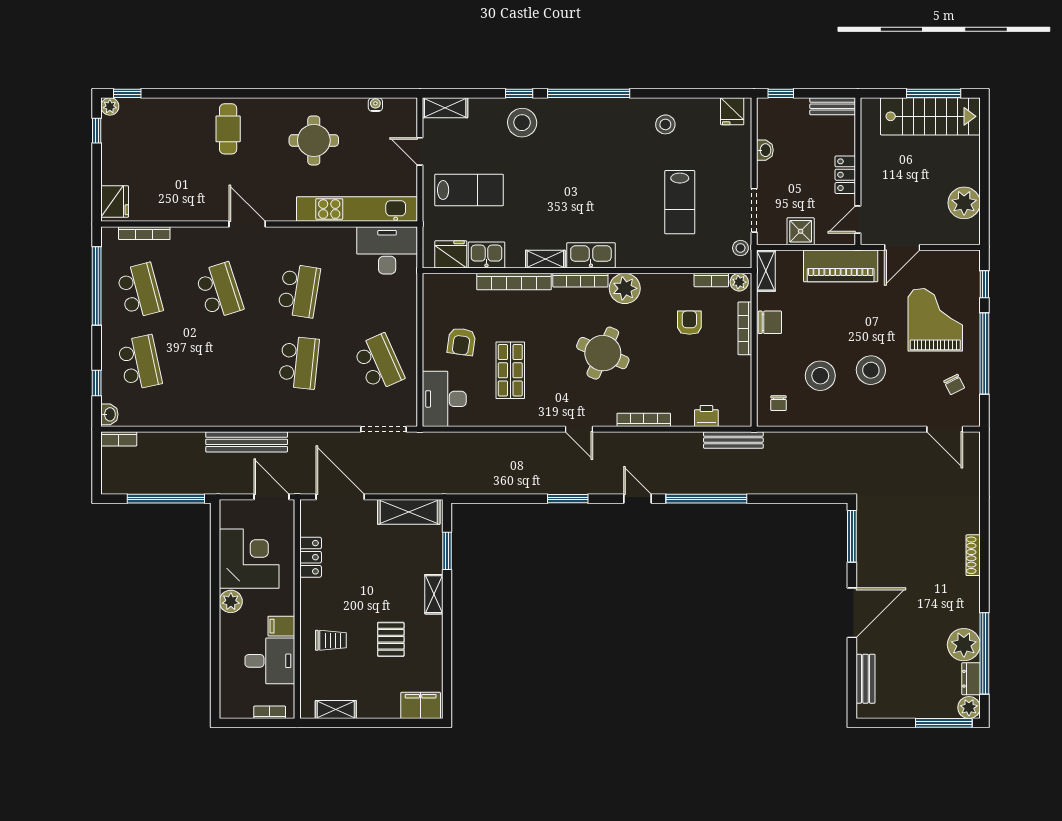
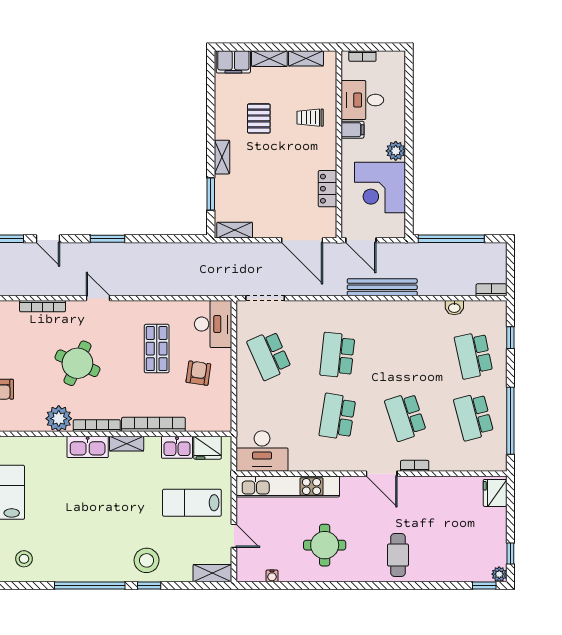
bookcase: (144, 233) -> (415, 466), moved, width x0.64
washbasin: (109, 414) -> (454, 308), moved, turned -90
shelving: (409, 512) -> (235, 230), width x0.67, depth x0.75
shelving: (378, 709) -> (269, 59), added

